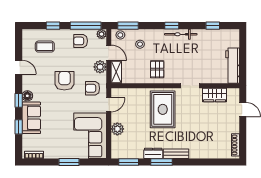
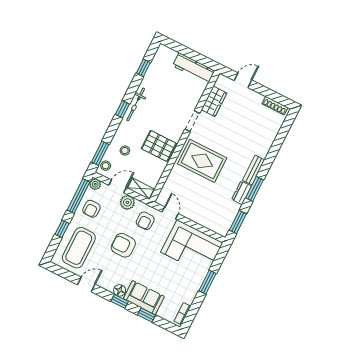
coffee table: (45, 47) -> (79, 248), width x1.86, depth x1.72
pallet: (157, 69) -> (159, 146), width x1.50, depth x1.42
plant: (117, 129) -> (199, 216), removed

